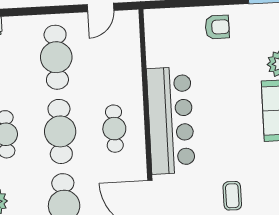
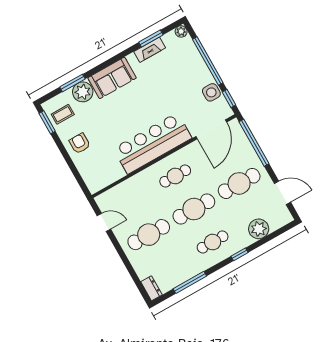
coffee table: (232, 196) -> (63, 114), moved

